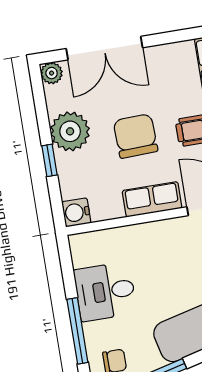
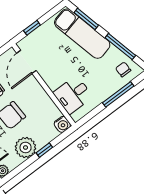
row of seats: (152, 199) -> (37, 92), removed
desk: (105, 291) -> (73, 95), moved, turned 90

